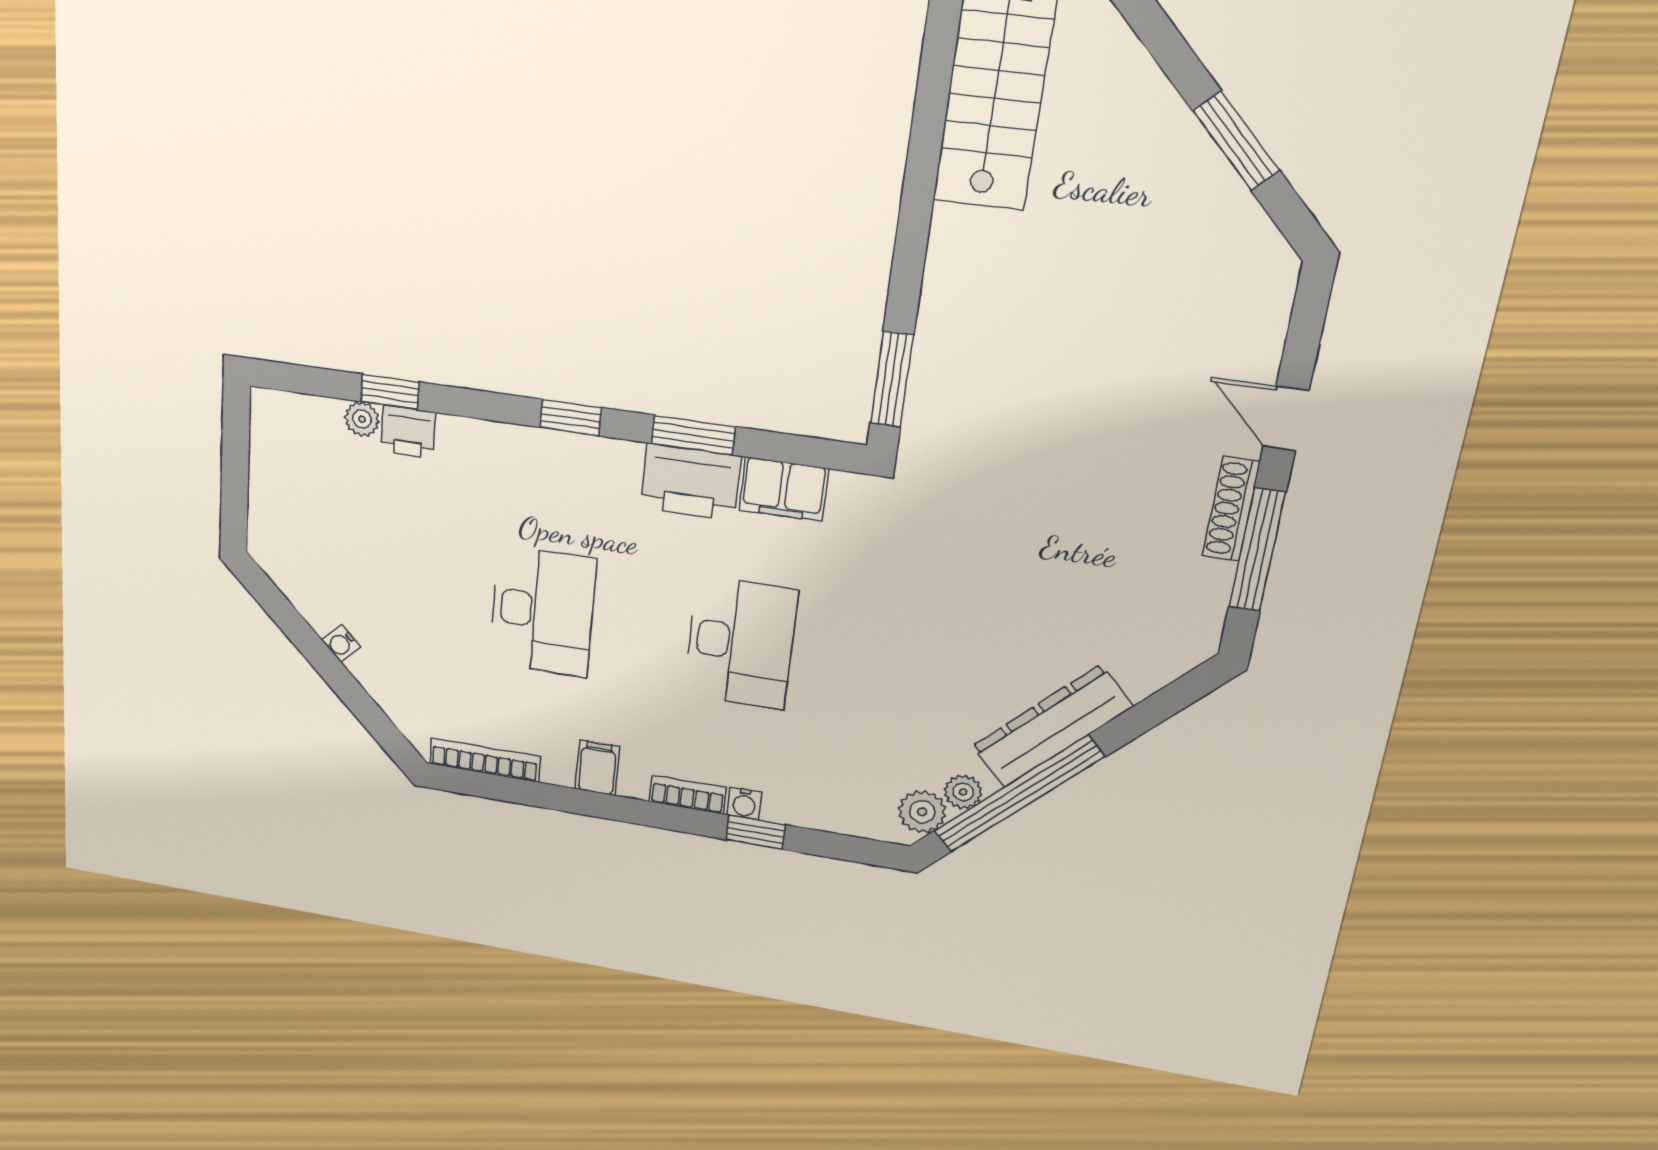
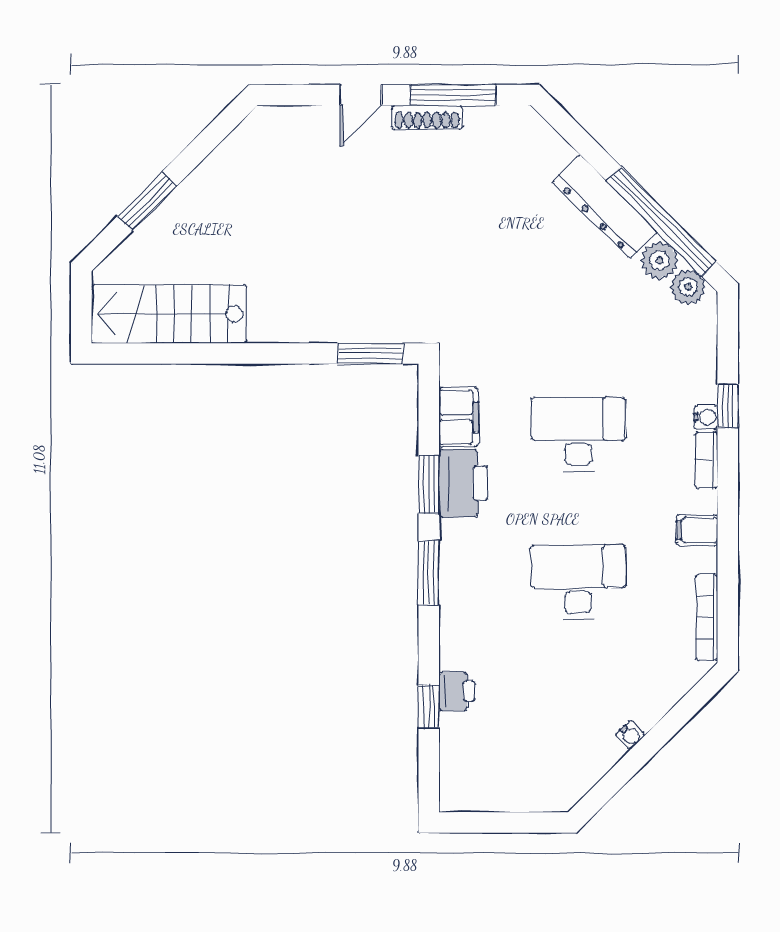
window: (1236, 141) -> (147, 201), moved
window: (571, 418) -> (429, 573), width x1.50
plant: (362, 419) -> (452, 727), removed
plant: (963, 792) -> (660, 260), width x1.38, depth x1.38

